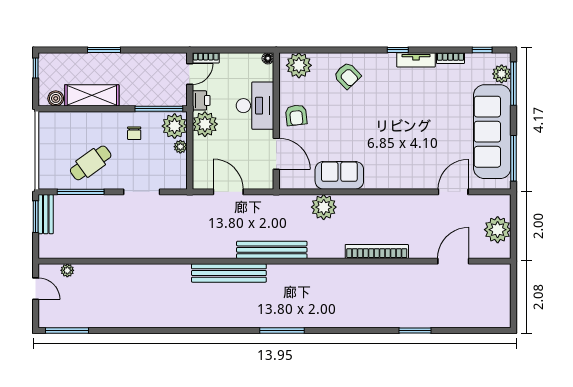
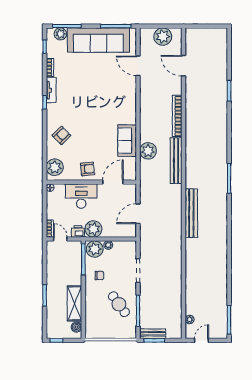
bench: (272, 250) -> (176, 161), moved

